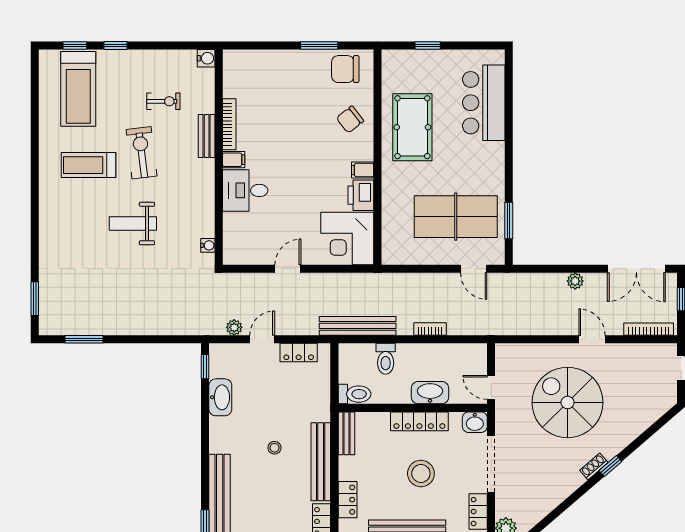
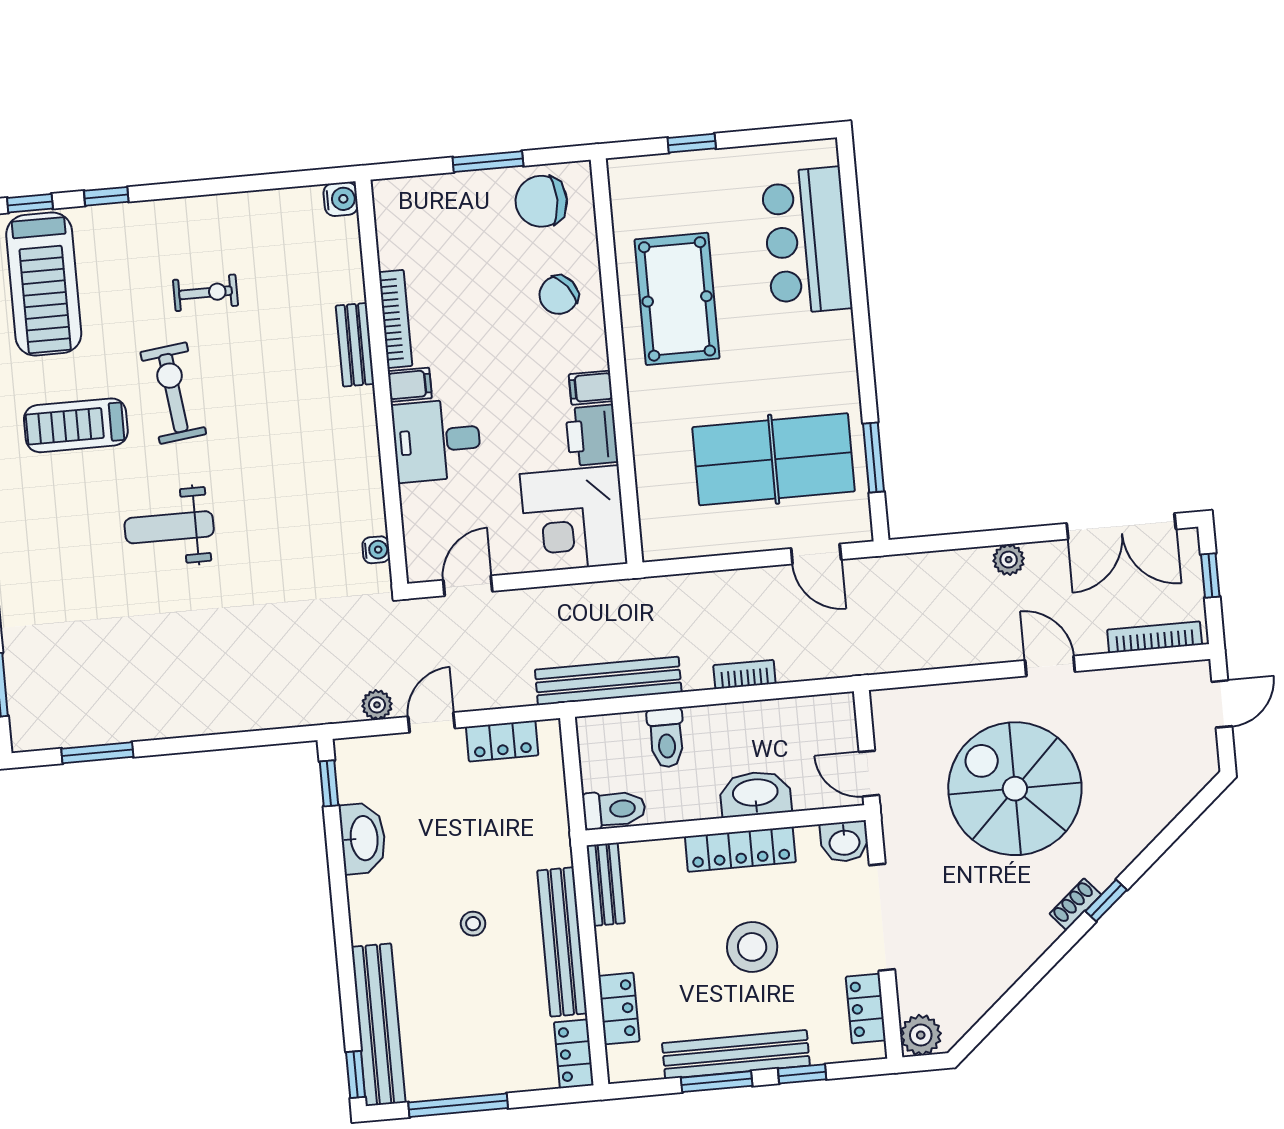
water cooler: (206, 58) -> (341, 199), moved
bookcase: (229, 124) -> (395, 319), moved
bench: (207, 136) -> (355, 345), moved
wall: (219, 157) -> (381, 382), moved
filing cabinet: (234, 160) -> (410, 385), moved
desk: (245, 190) -> (437, 440), moved
water cooler: (208, 245) -> (376, 550), moved

